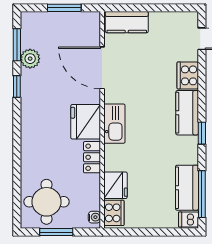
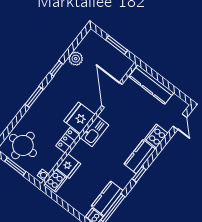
kitchen counter: (127, 22) -> (151, 85), width x1.50
window: (17, 45) -> (34, 97), moved

